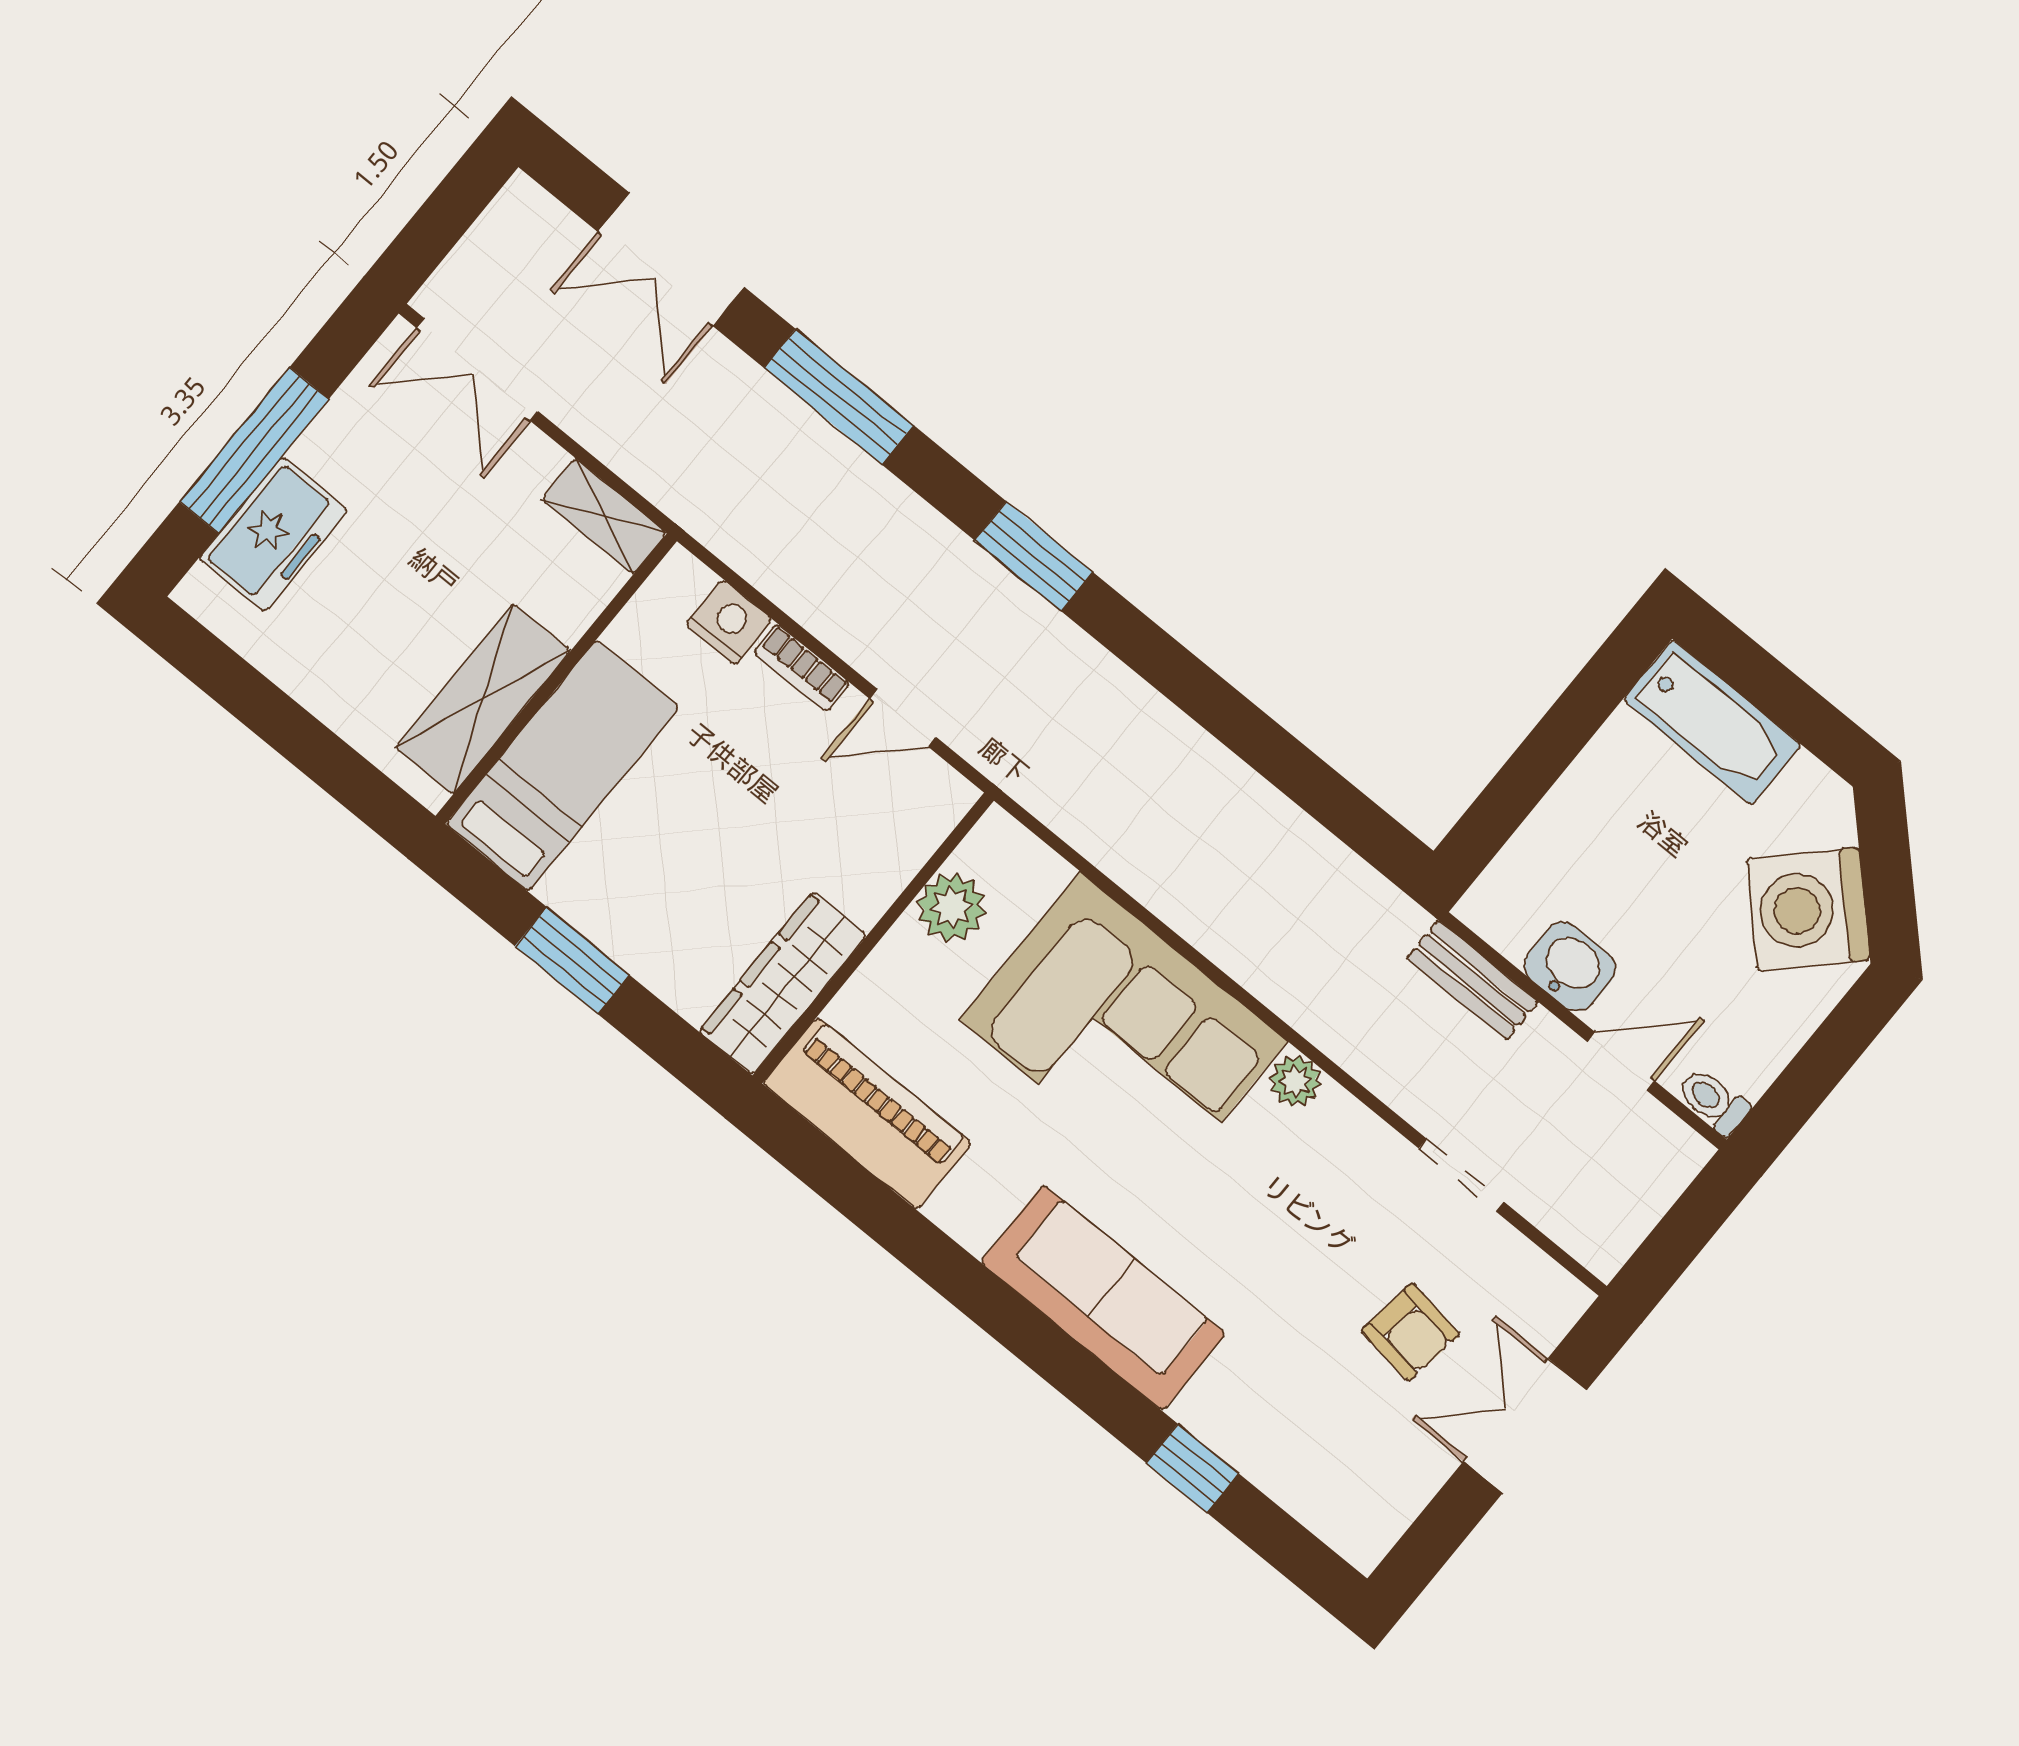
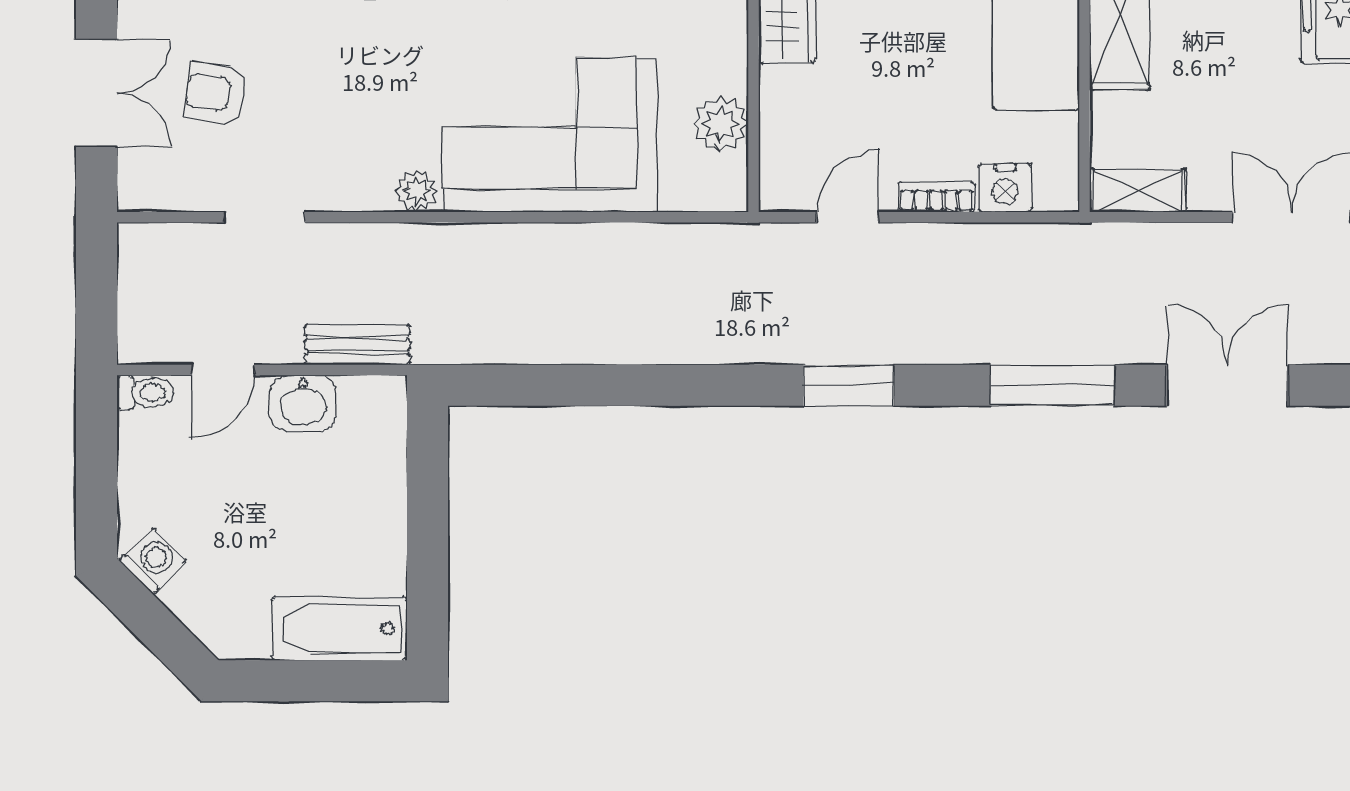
washing machine: (1808, 909) -> (153, 561), width x0.53, depth x0.53

